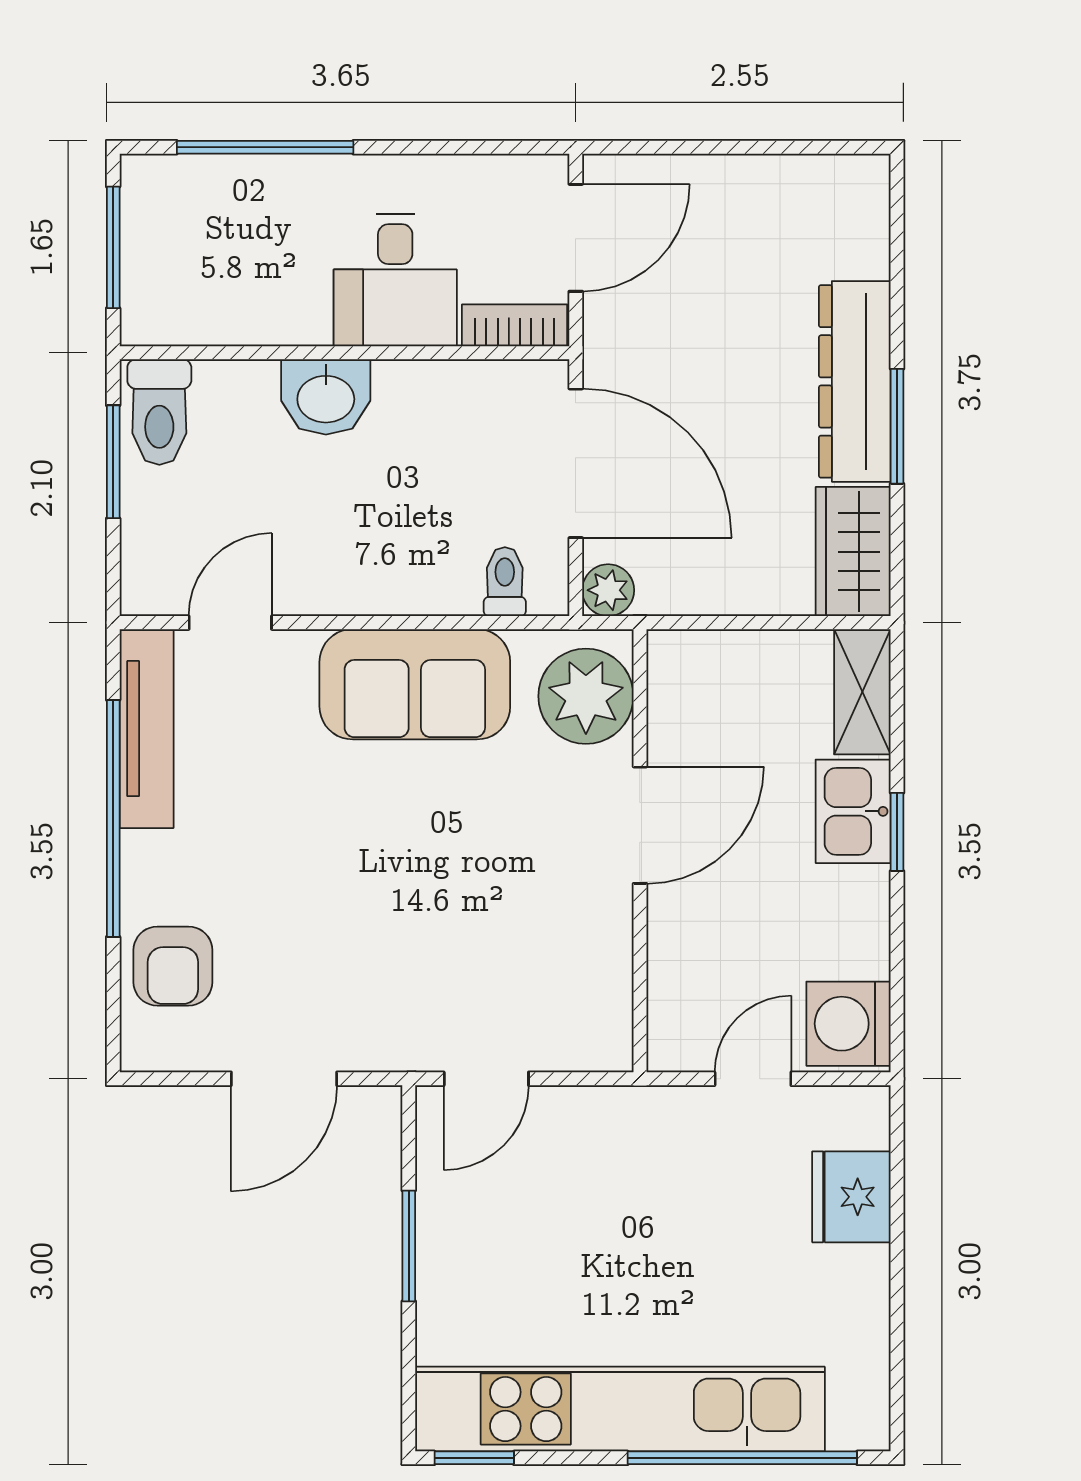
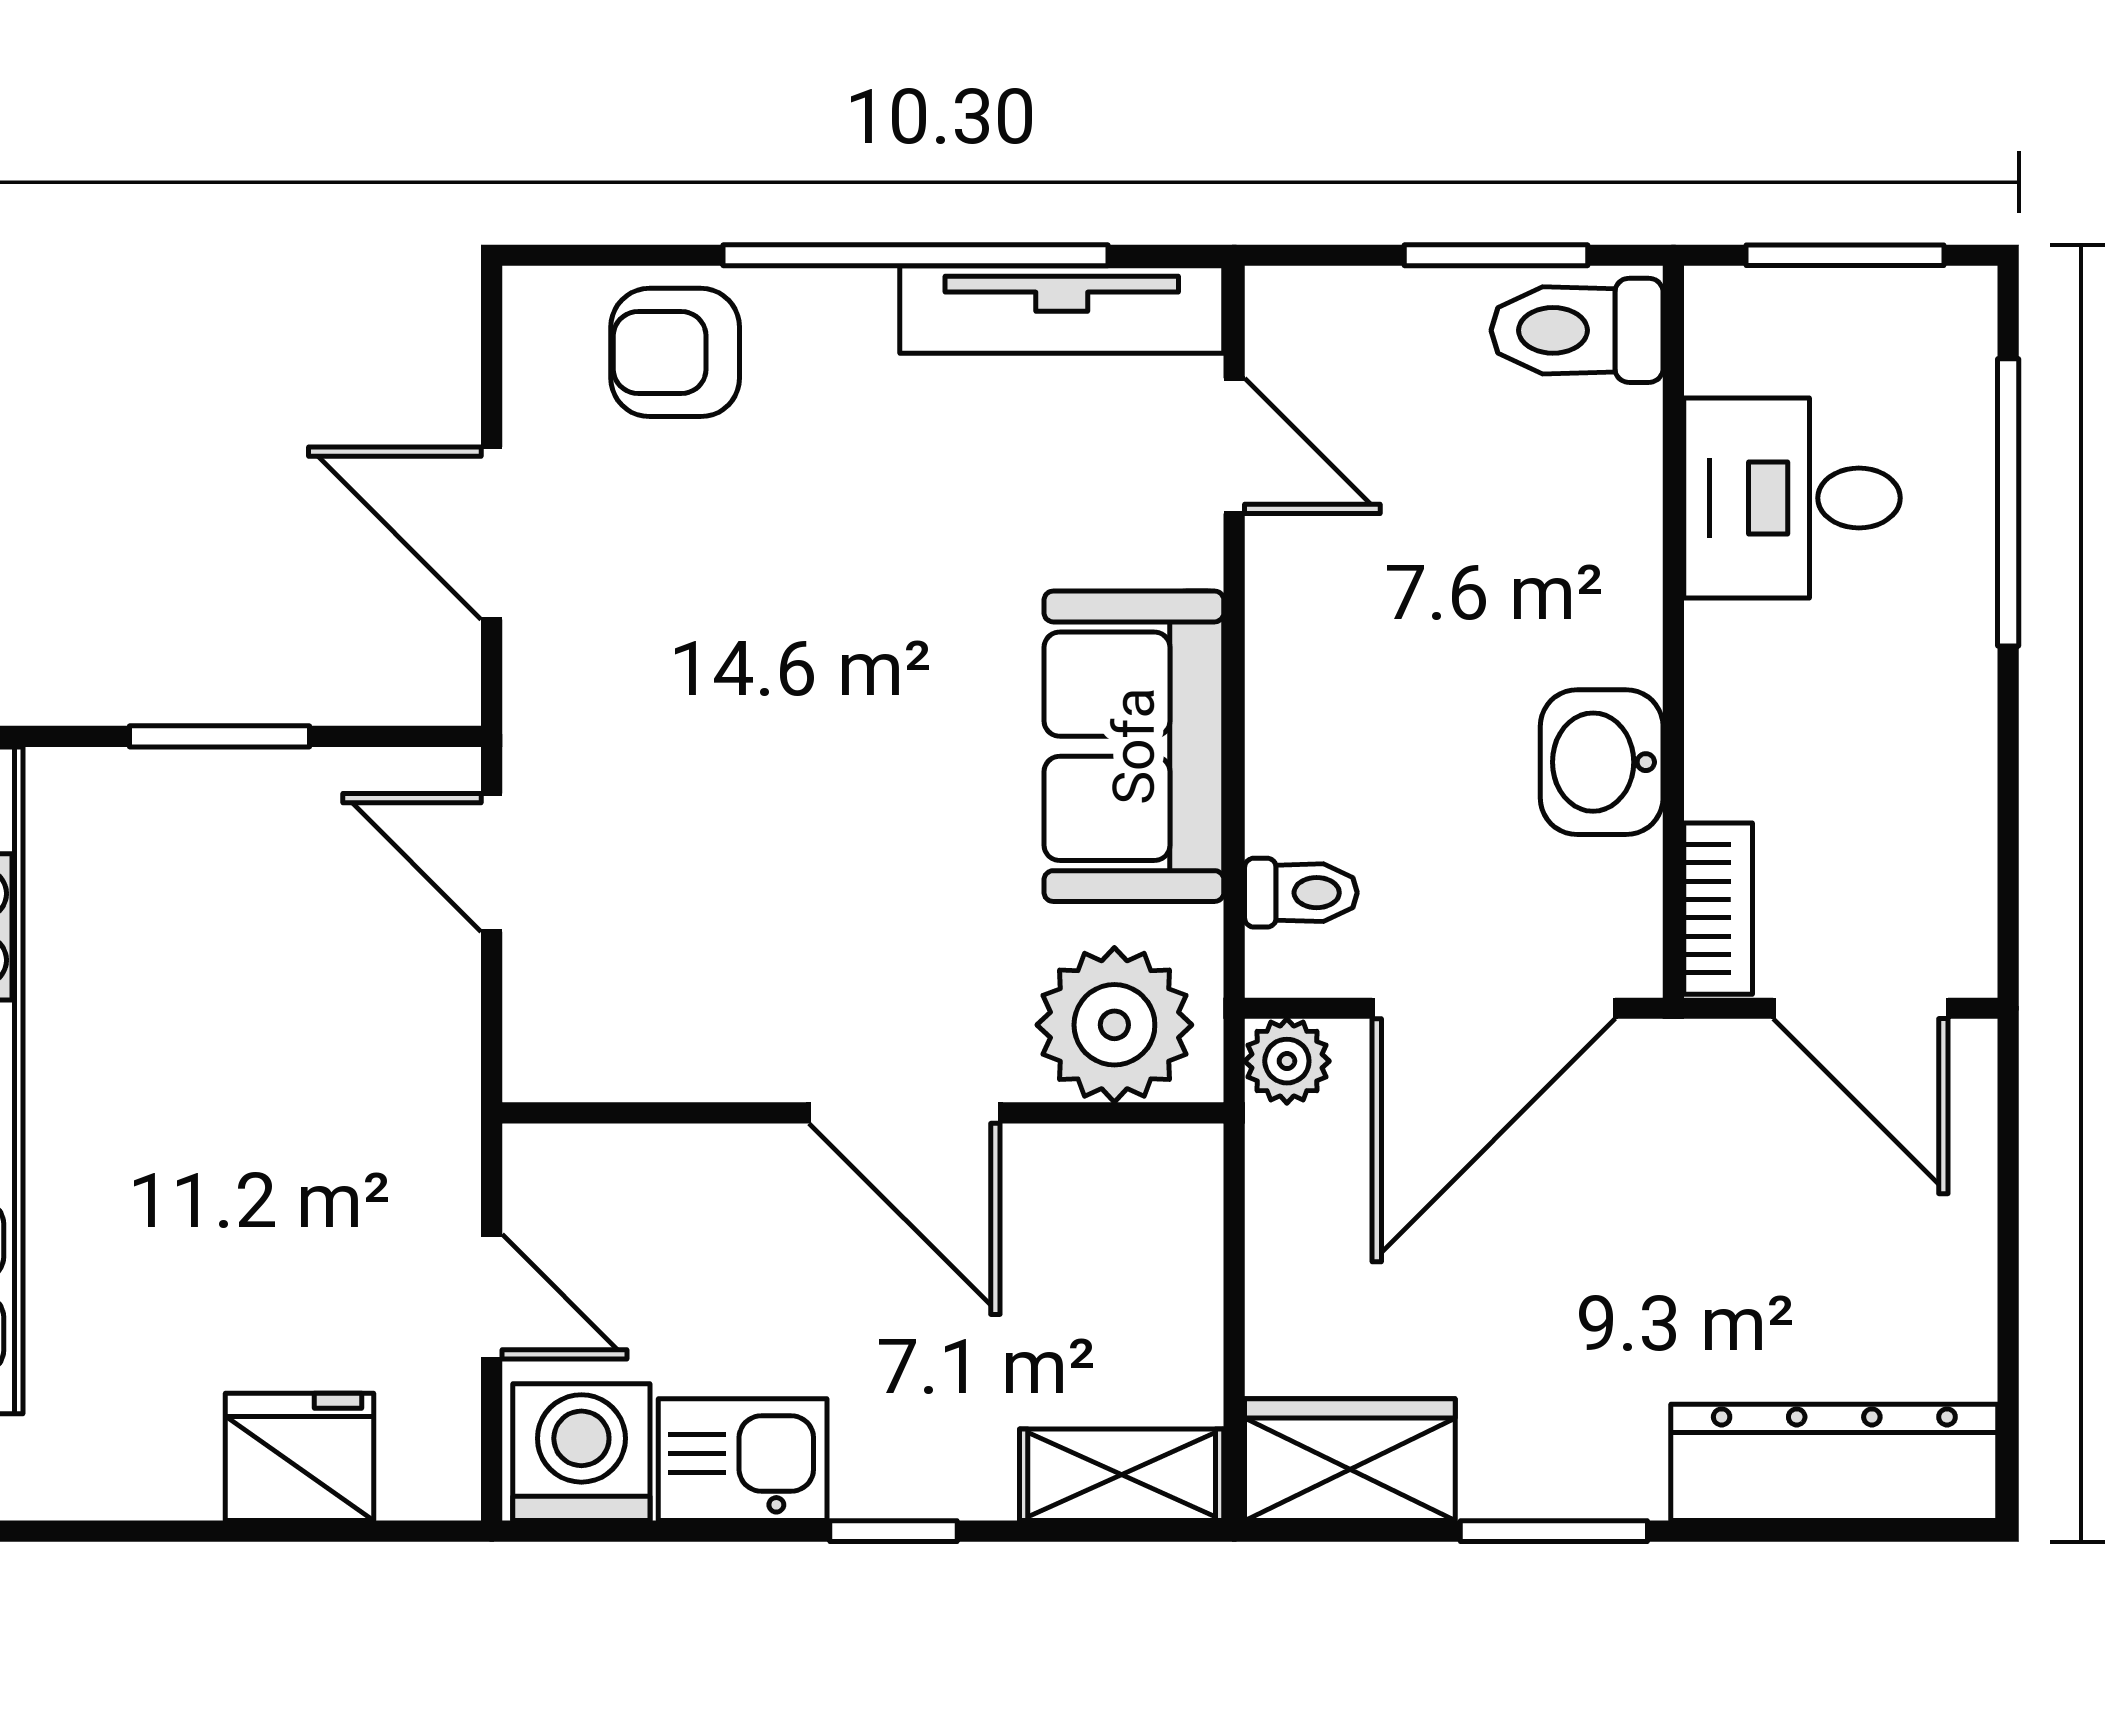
desk: (395, 280) -> (1792, 498), moved
dresser: (855, 381) -> (1834, 1462), moved
washbasin: (326, 397) -> (1602, 762), moved
kitchen sink: (853, 811) -> (743, 1460), moved

